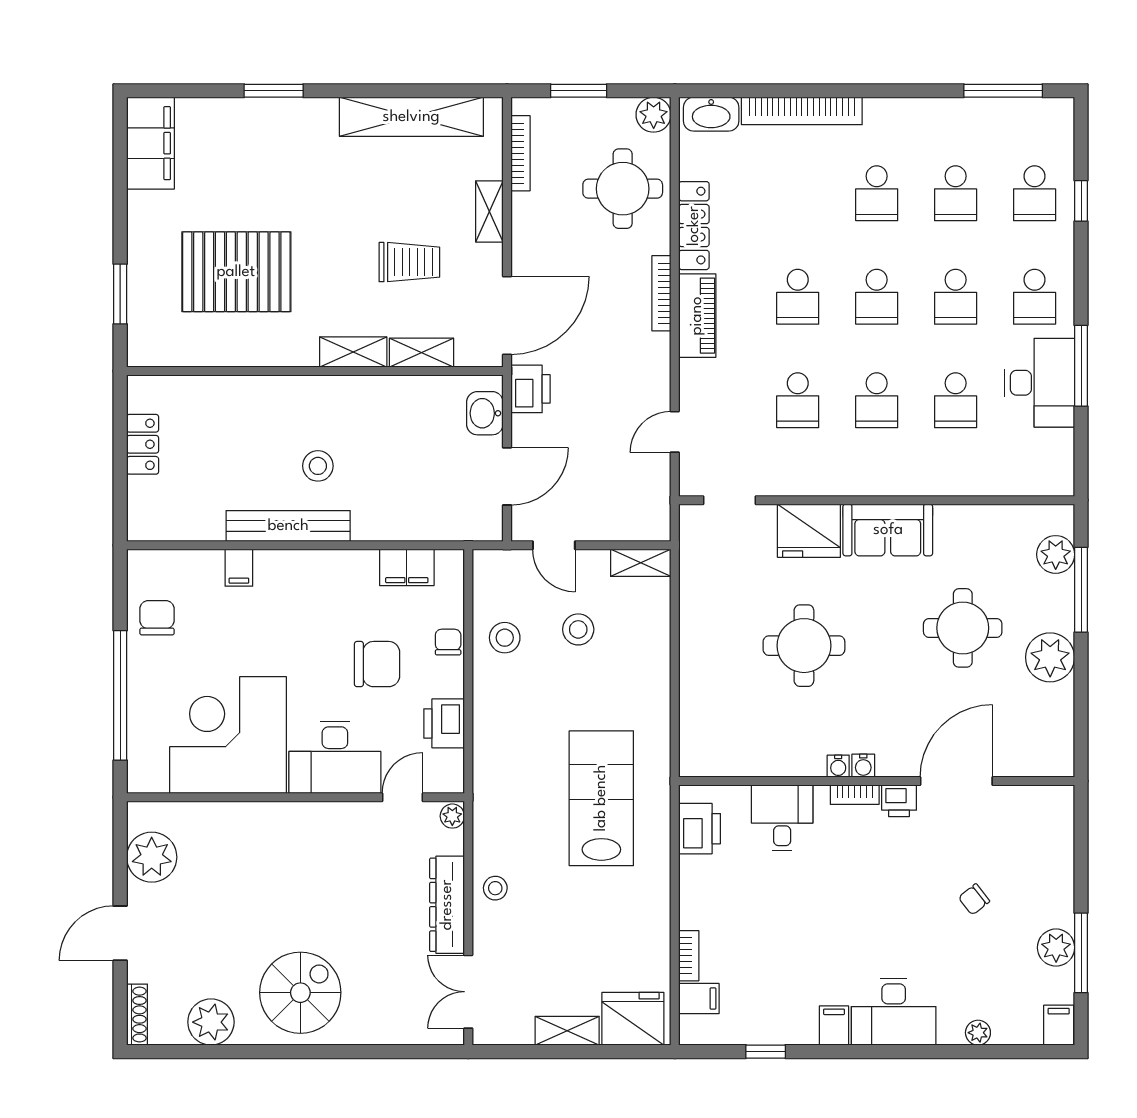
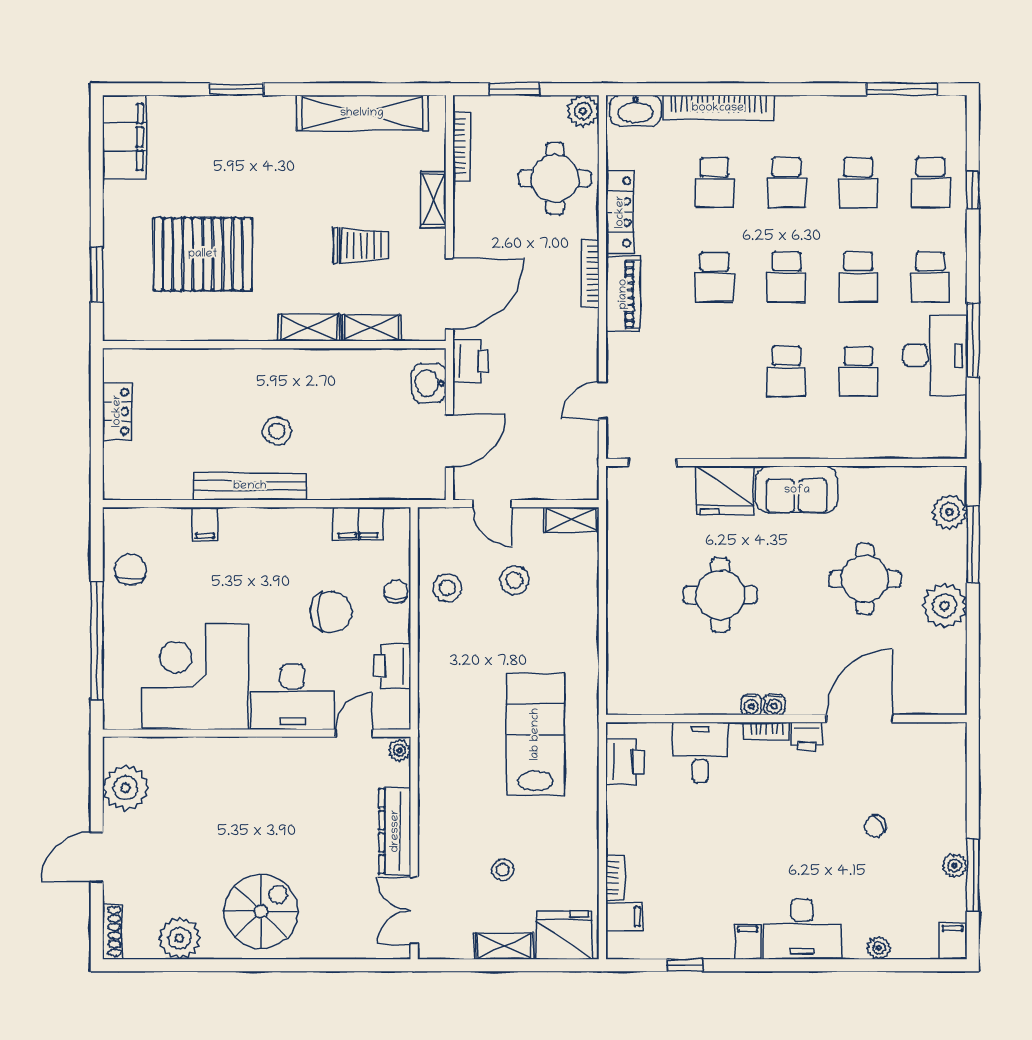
school desk: (798, 400) -> (714, 183), moved
stool: (495, 888) -> (503, 870), moved
plant: (1056, 948) -> (955, 866), width x0.73, depth x0.73

